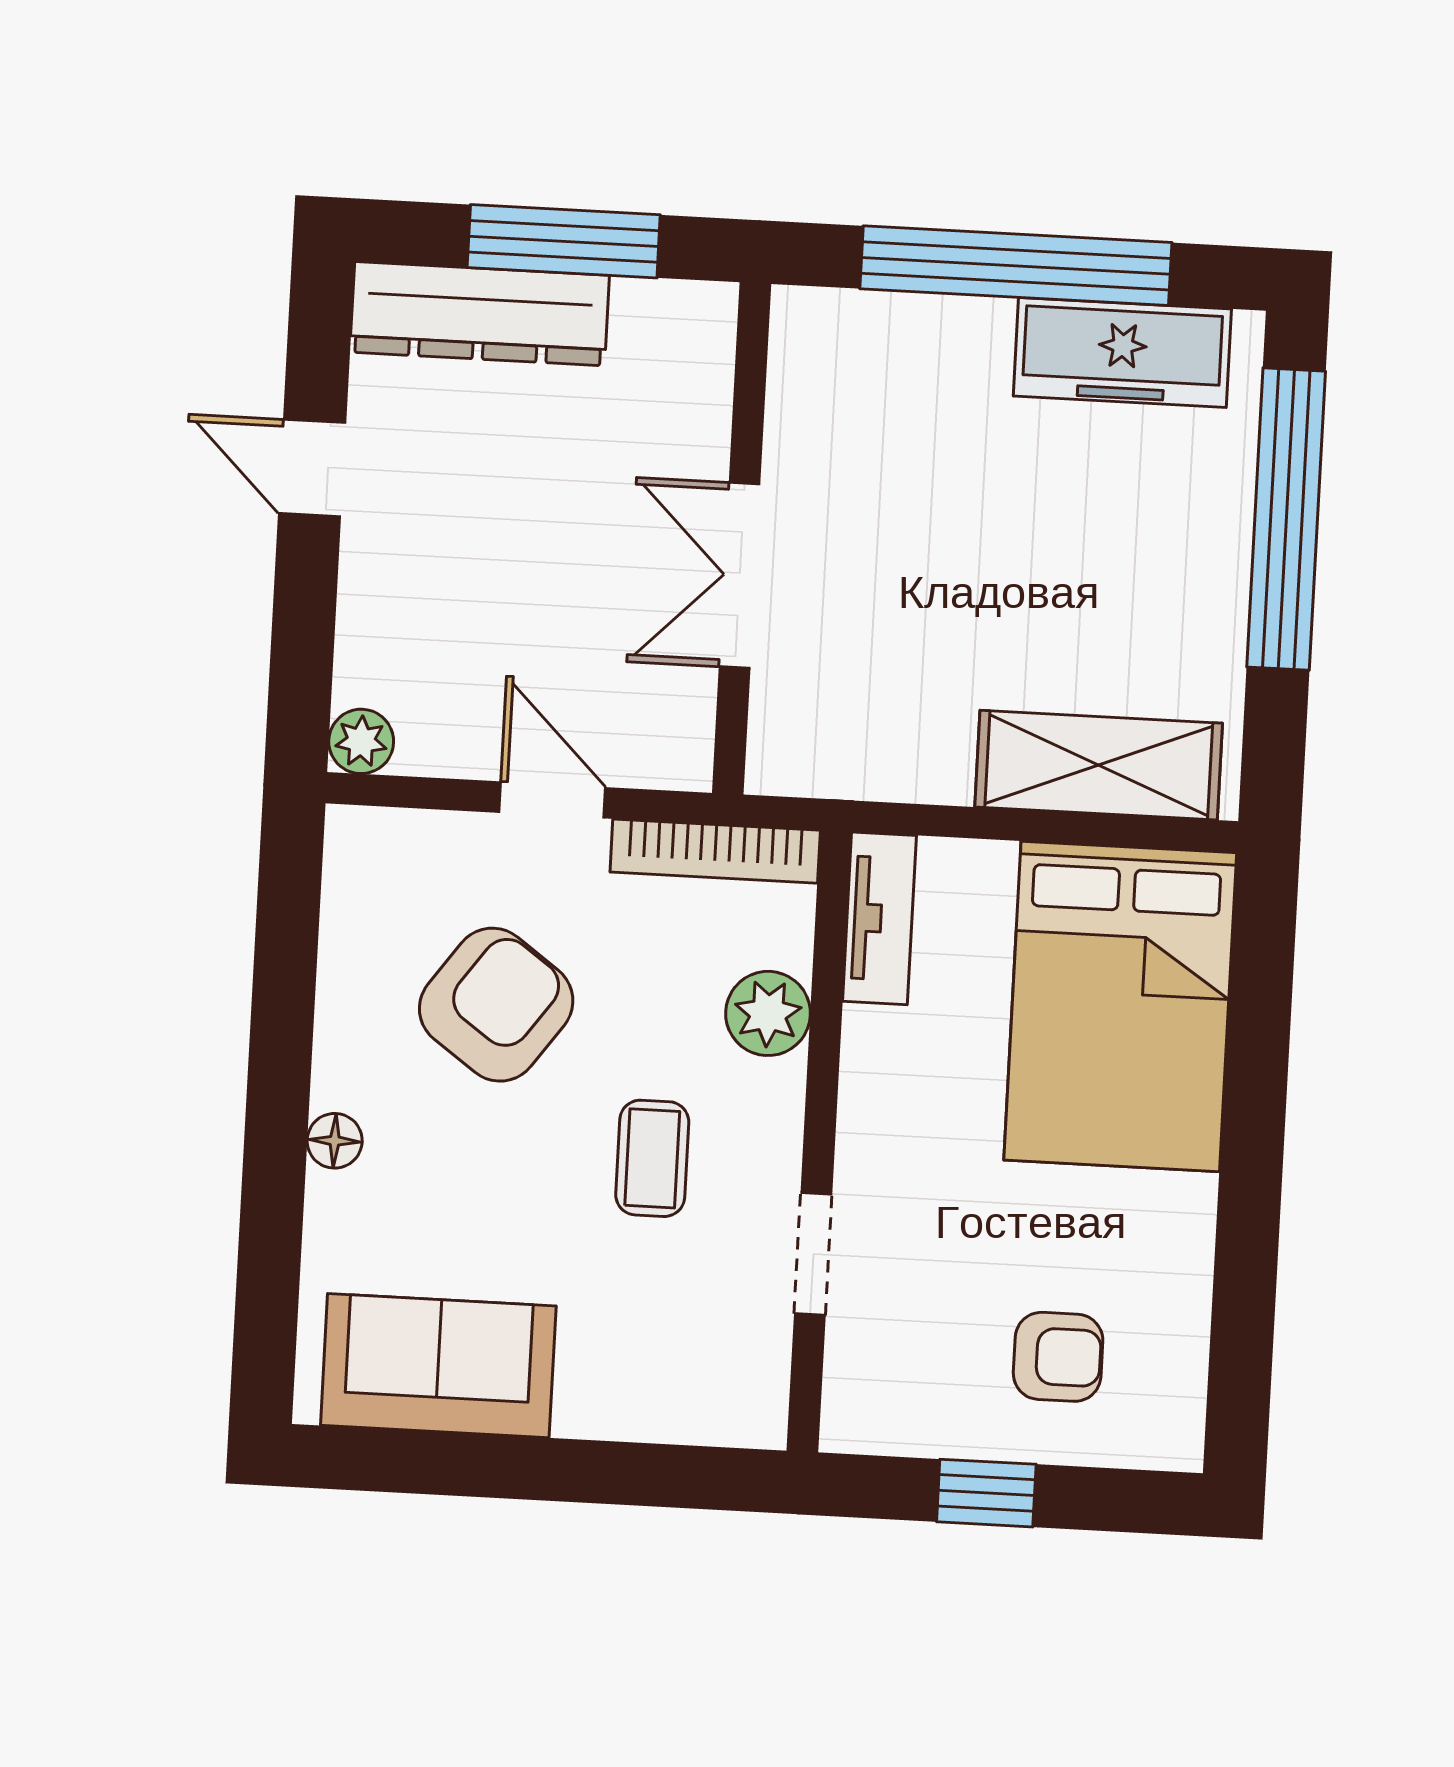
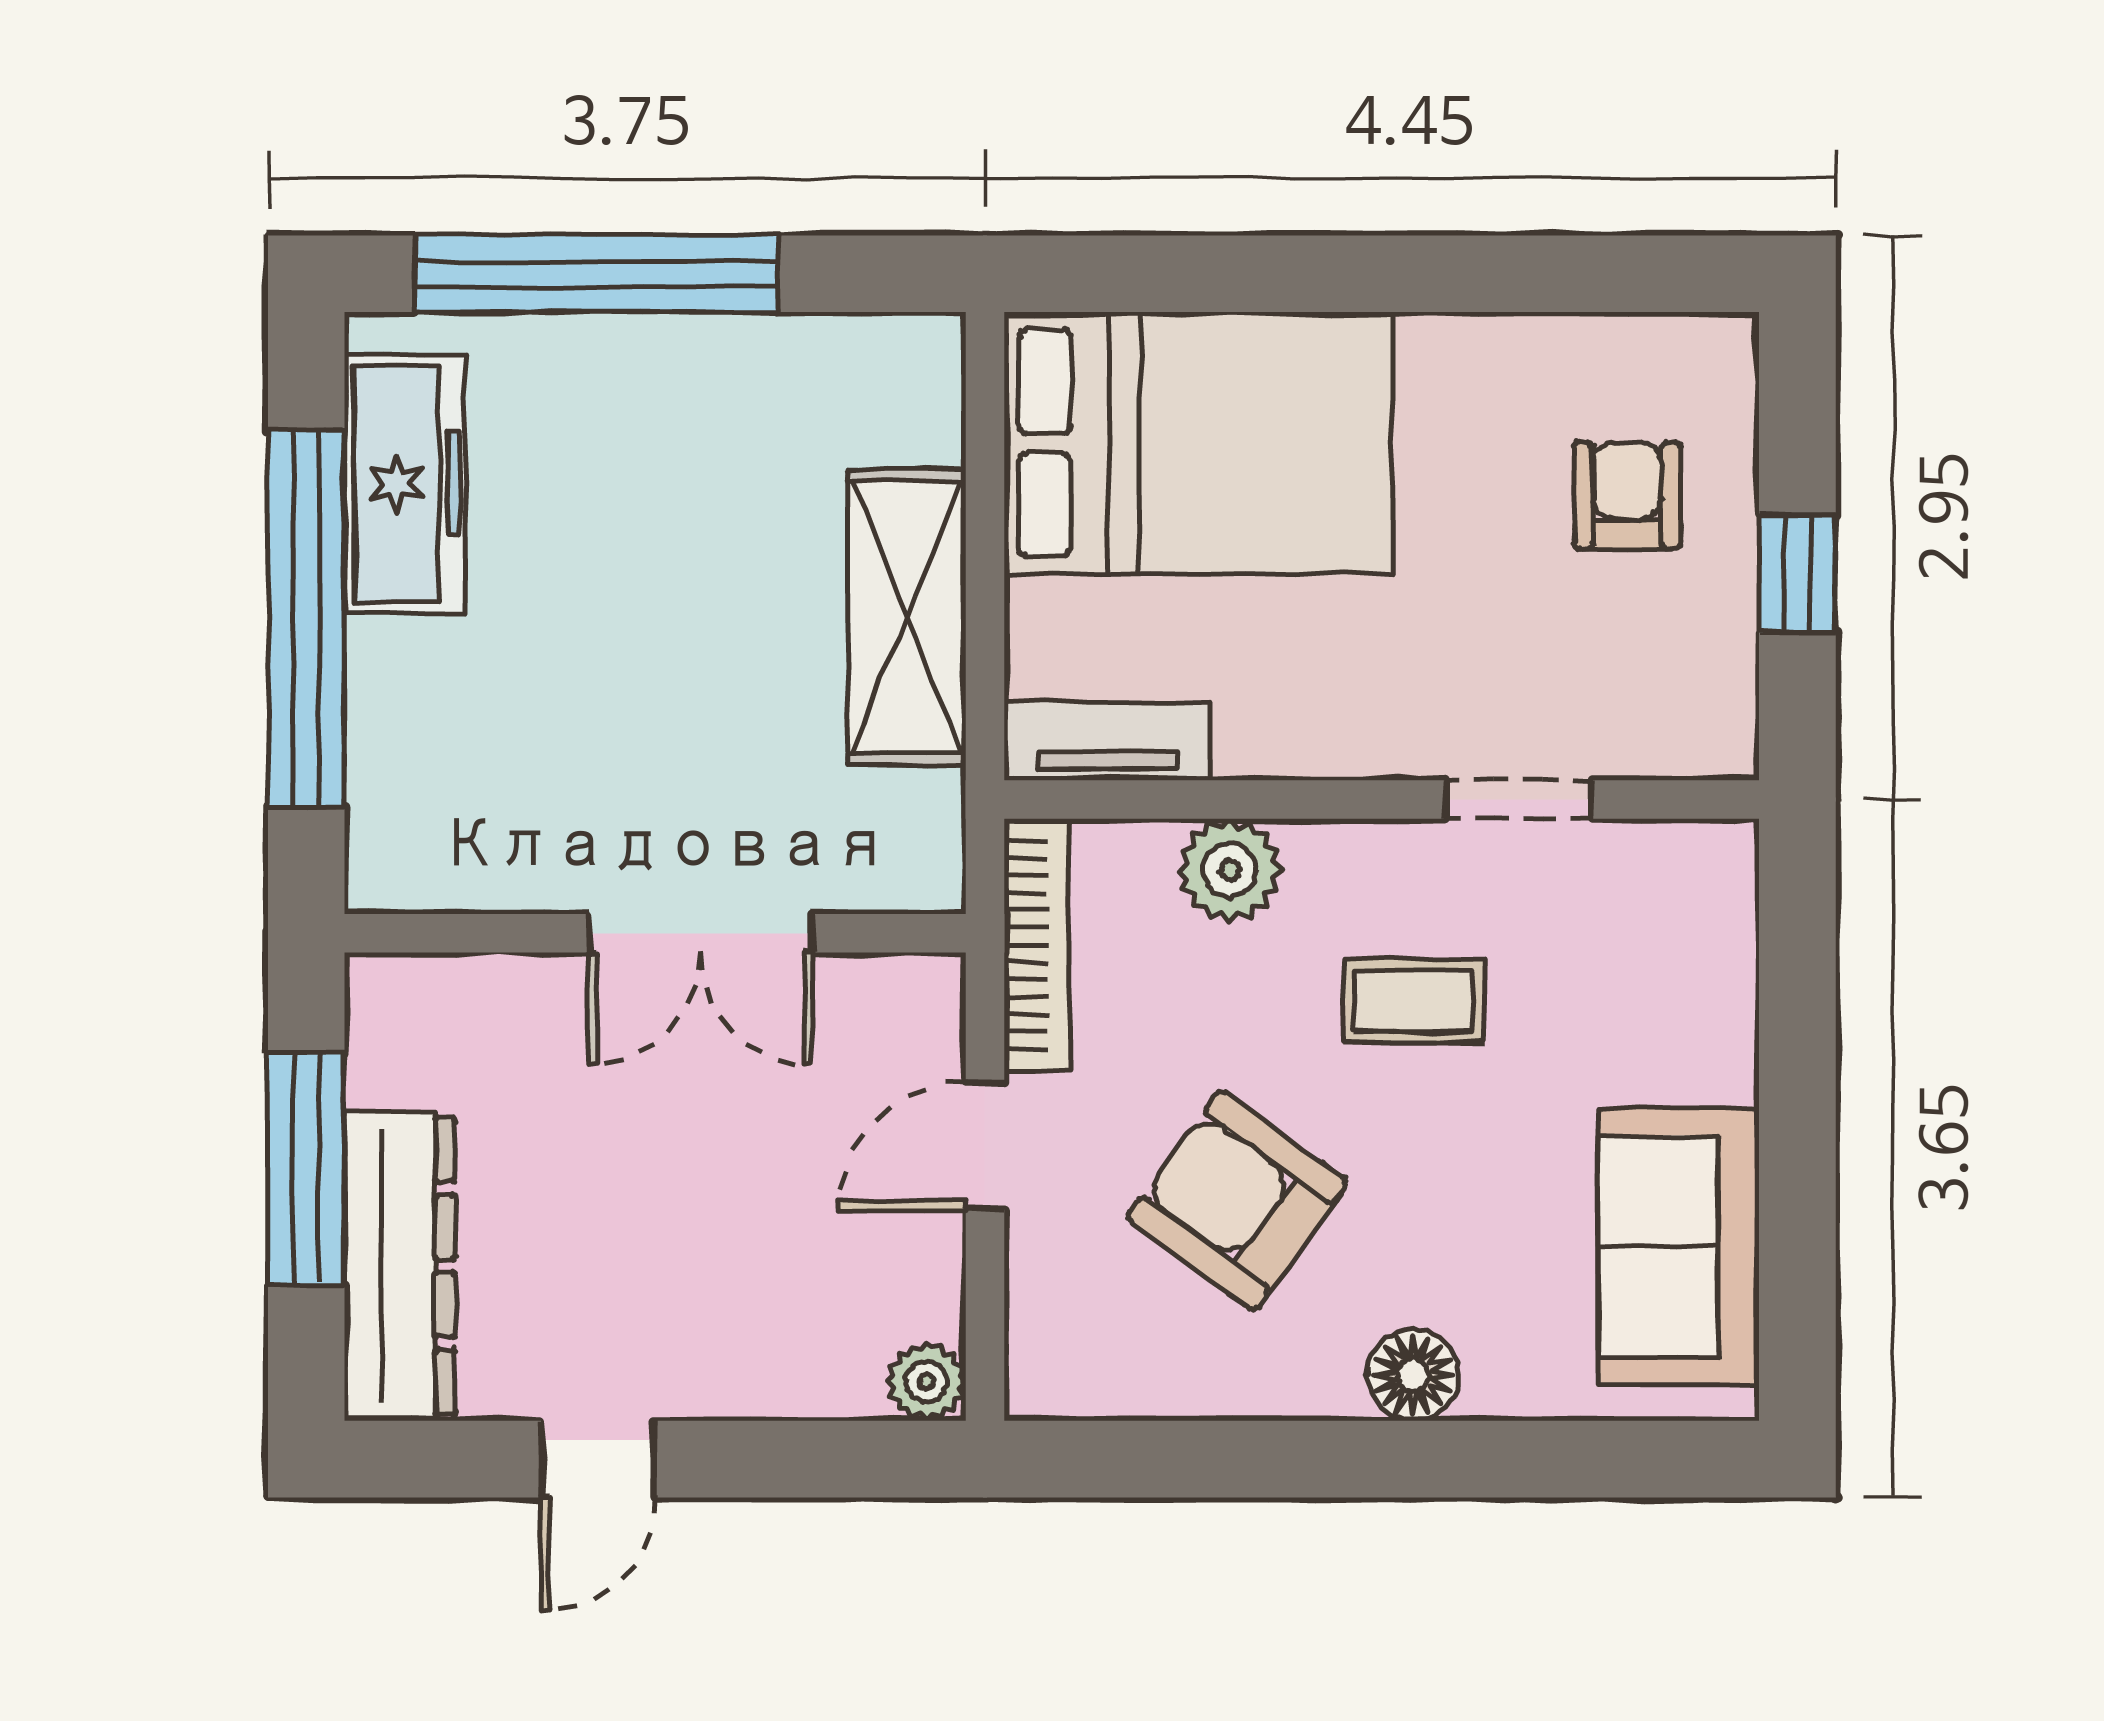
shelving: (1099, 765) -> (907, 617), moved
floor lamp: (335, 1141) -> (1413, 1375), width x1.37, depth x1.37

